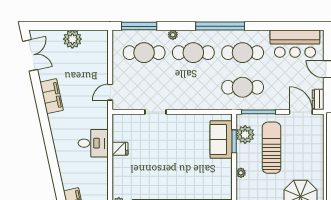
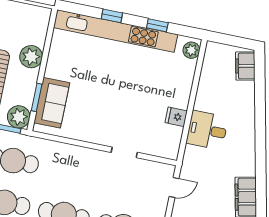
plant: (245, 135) -> (19, 117), moved
plant: (241, 173) -> (31, 57), width x1.88, depth x1.88

